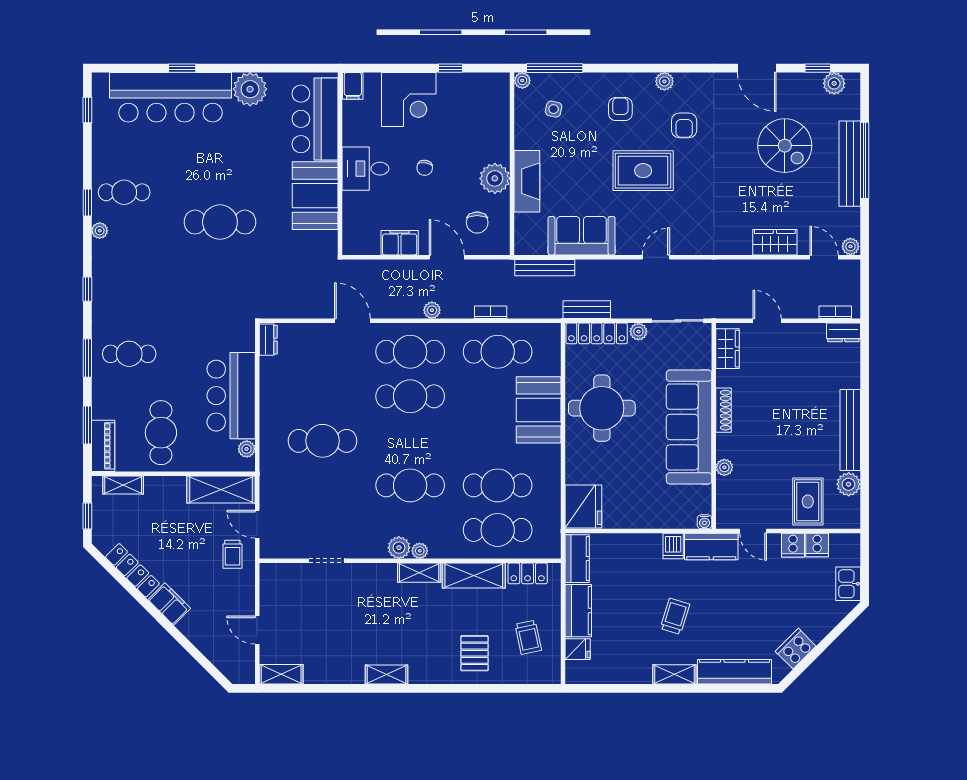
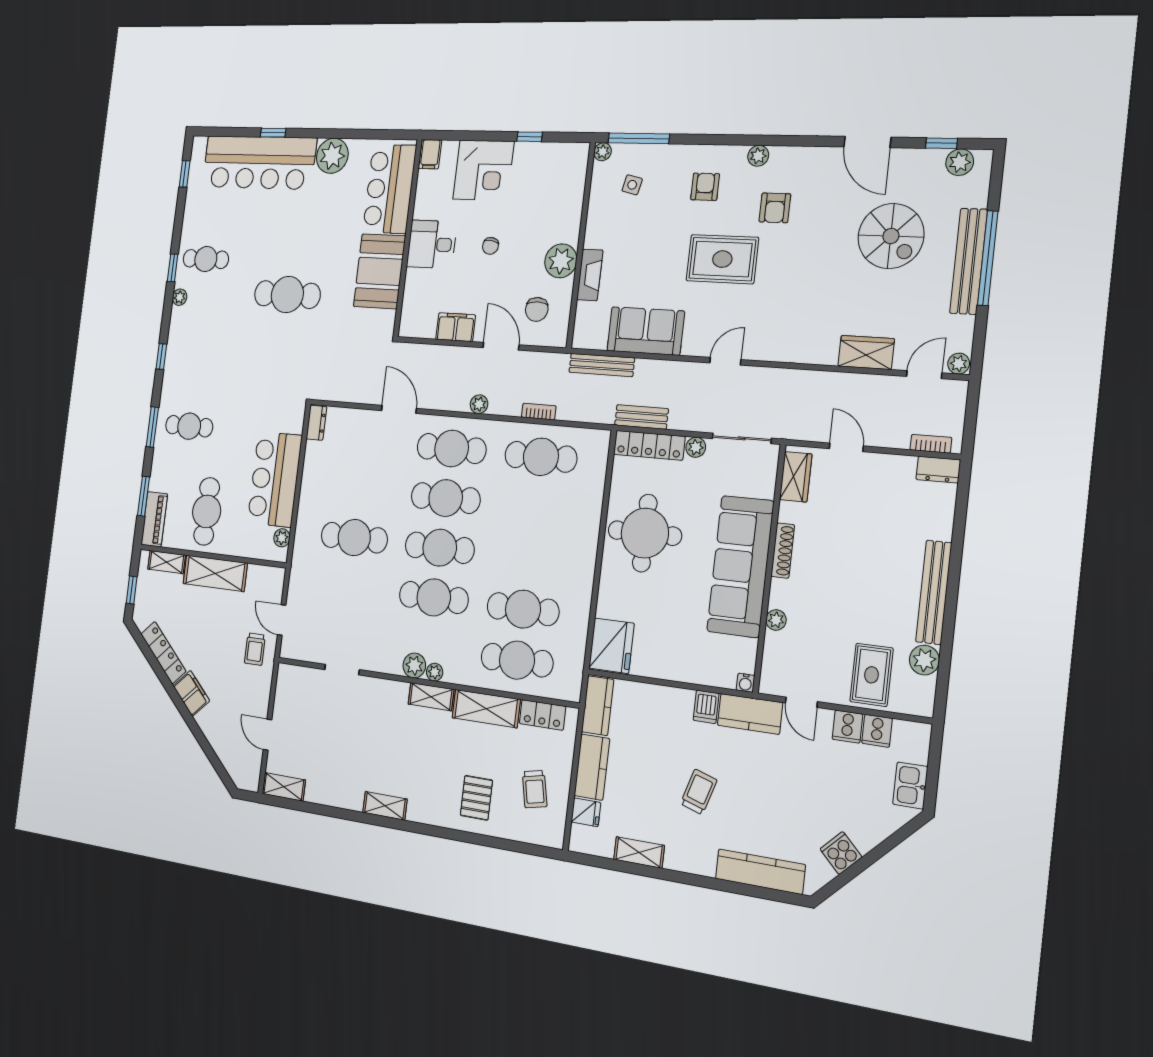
fireplace: (527, 181) -> (590, 275), width x0.73, depth x0.76
door: (824, 257) -> (924, 375), hinge flipped
booth: (539, 410) -> (576, 528), removed
cafe table: (410, 441) -> (440, 548), added
shelving: (221, 490) -> (215, 573), moved
cooker: (796, 649) -> (841, 853), width x0.73
shelving: (674, 674) -> (639, 852), moved

